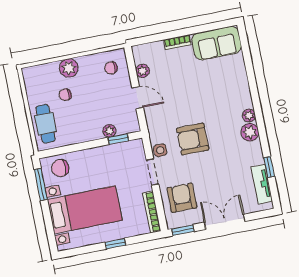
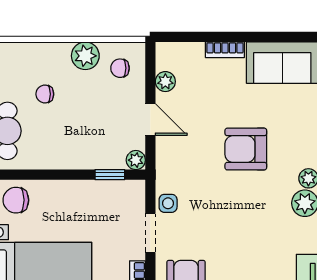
plant: (69, 68) -> (85, 56), moved
plant: (109, 131) -> (136, 160), moved
armchair: (193, 139) -> (246, 149), moved

